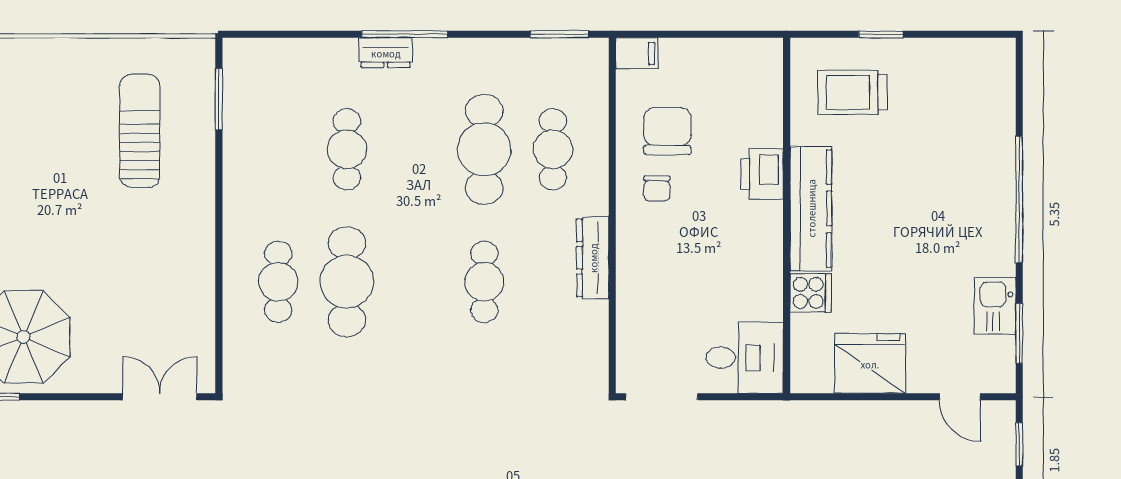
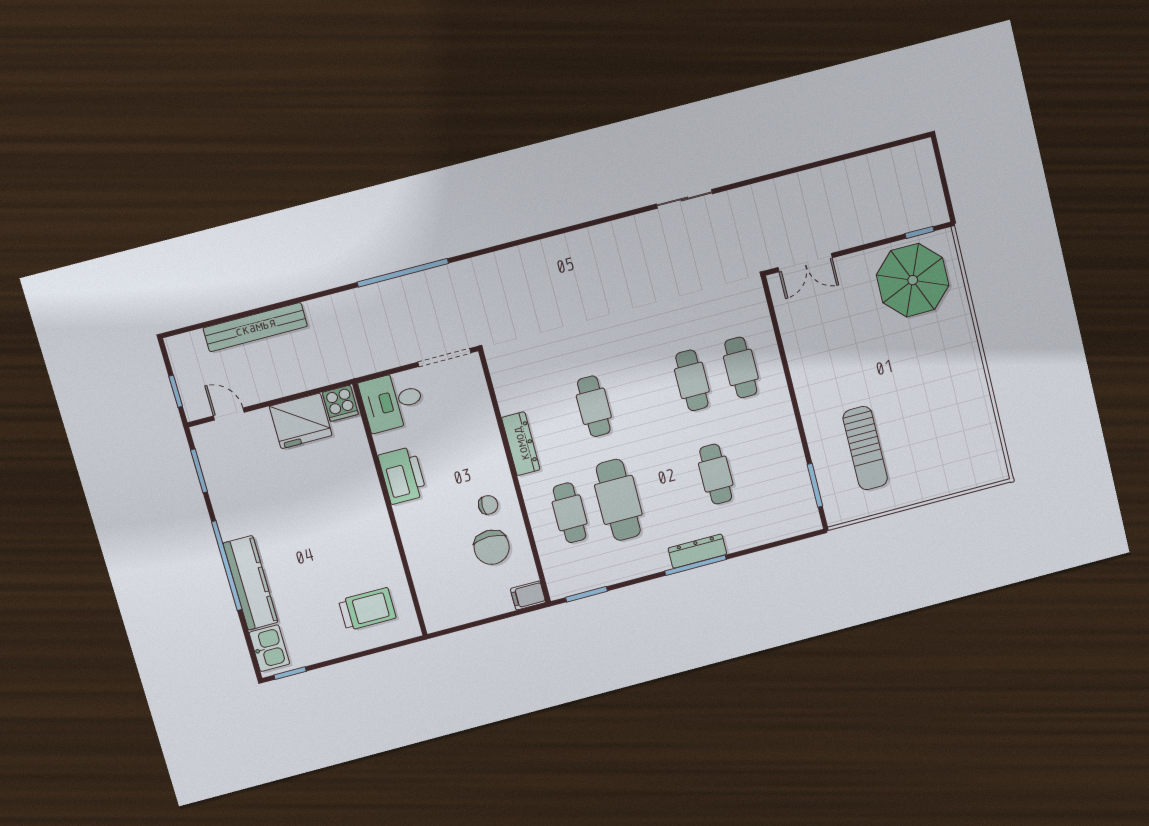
window: (881, 34) -> (290, 673), moved
dresser: (386, 53) -> (697, 551), width x1.44
printer: (762, 174) -> (402, 475), moved, width x1.37, depth x1.19
chair: (657, 188) -> (488, 505), turned 89
kitchen counter: (811, 208) -> (250, 583), moved, turned 180
cafe table: (347, 282) -> (692, 380), width x0.73, depth x0.74
cooker: (811, 293) -> (340, 403), moved, turned -90
kitchen sink: (995, 306) -> (269, 648), moved

